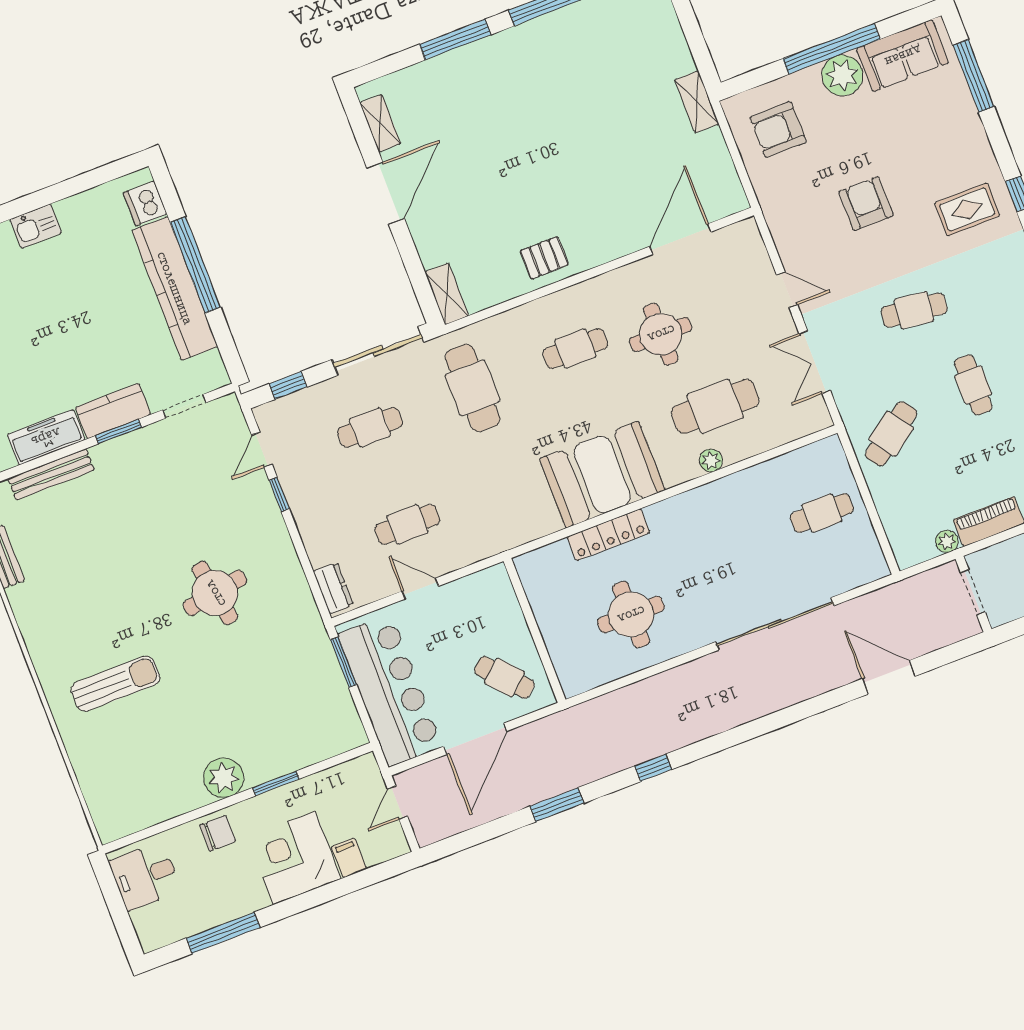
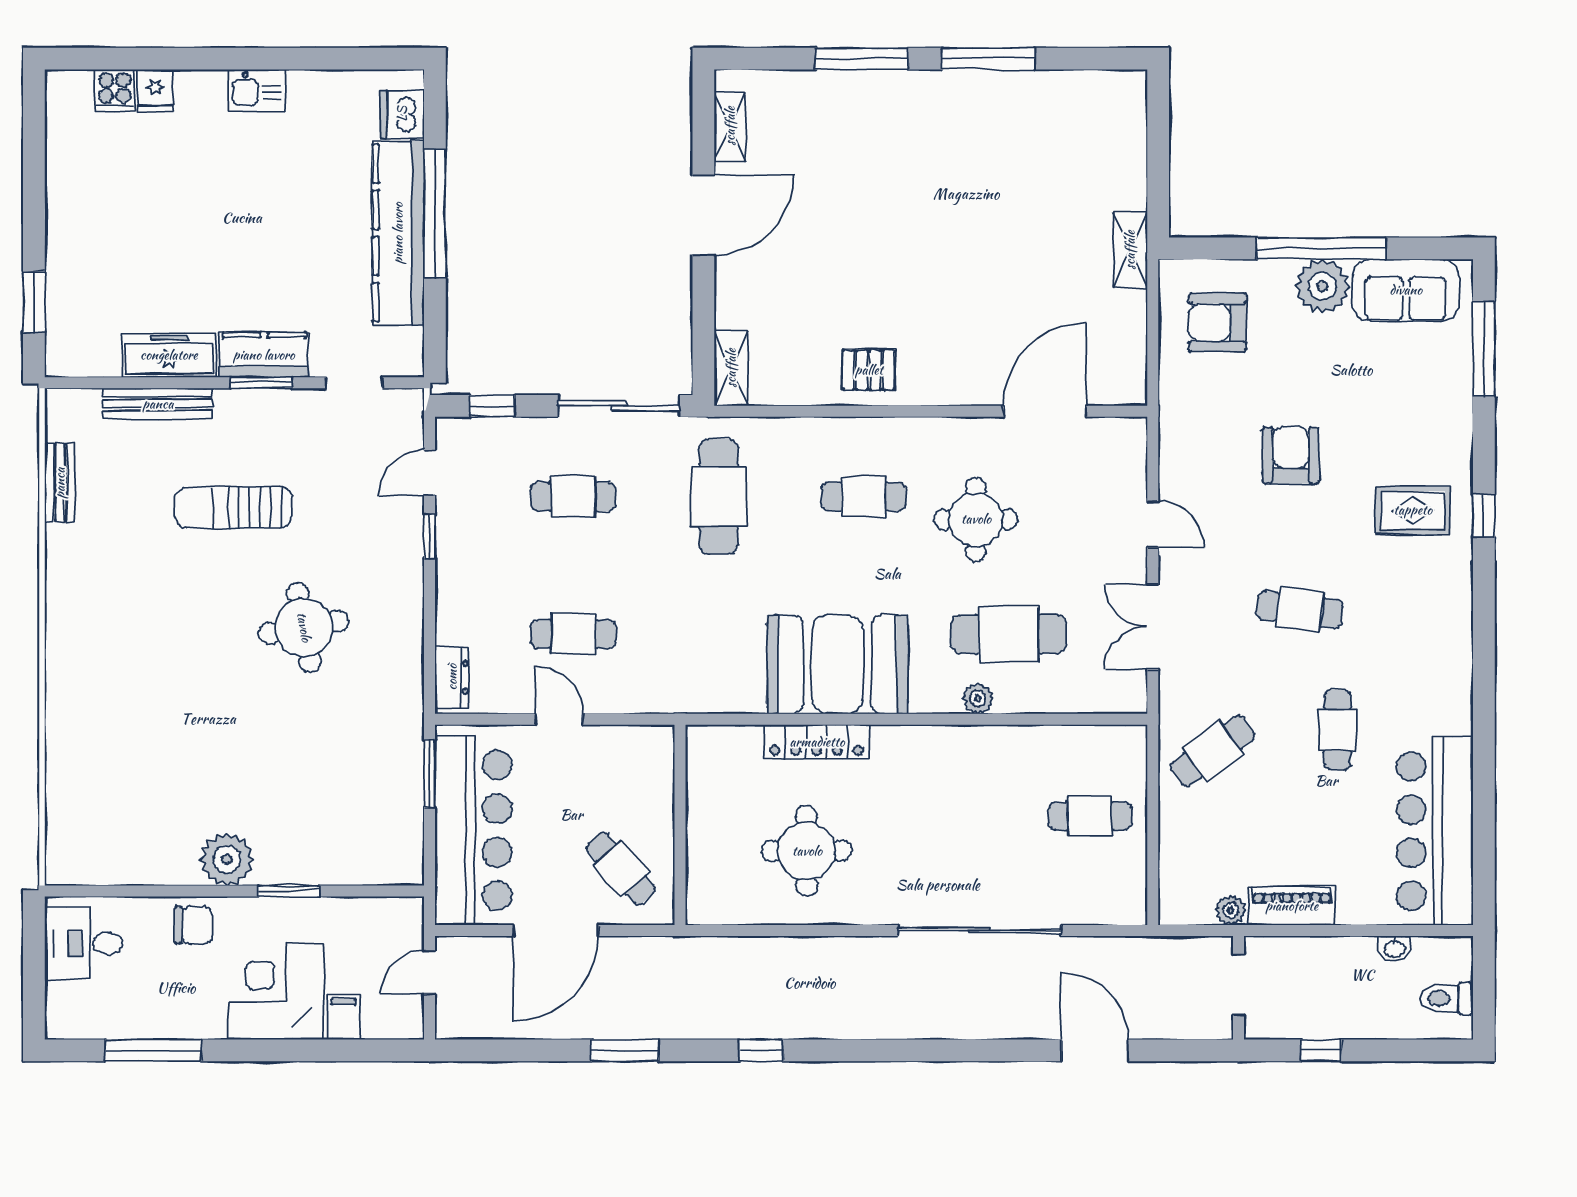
sun lounger: (115, 684) -> (234, 507), moved, turned 180

